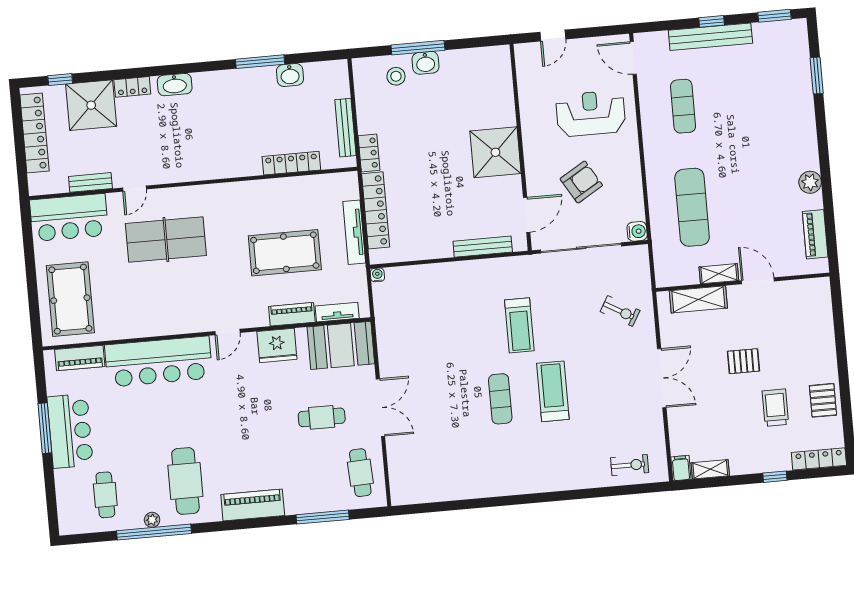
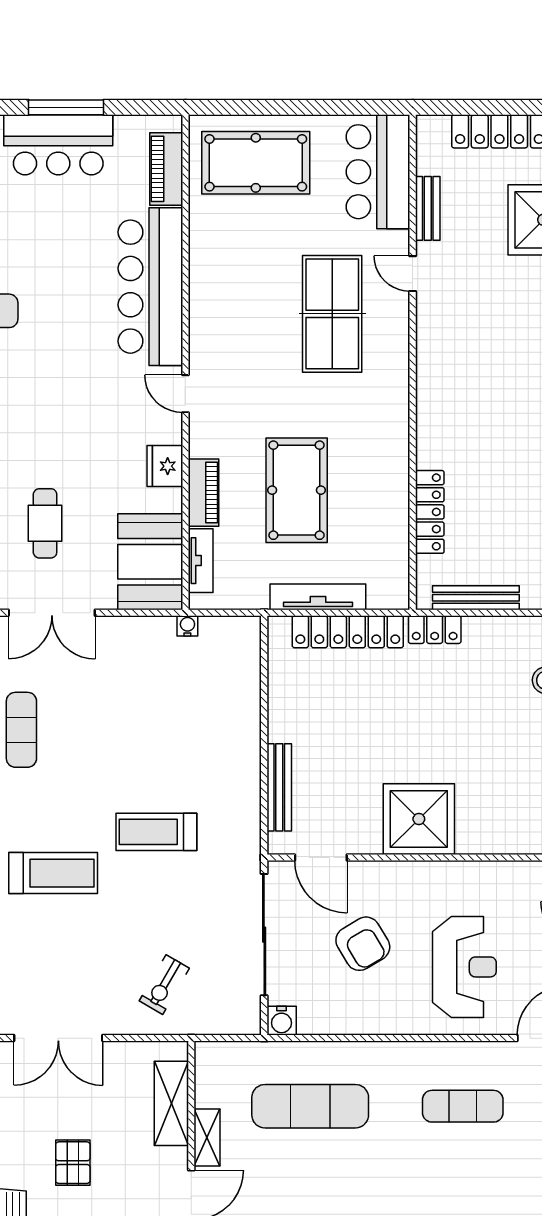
water cooler: (377, 275) -> (187, 626), moved, turned -90
fridge: (277, 345) -> (165, 466), width x0.73, depth x0.75
exercise mat: (500, 399) -> (21, 730), moved, turned 90

